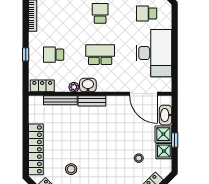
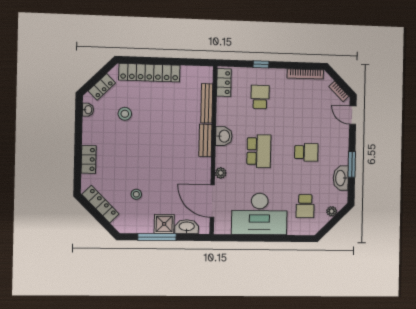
school desk: (147, 13) -> (305, 206), turned 180
plant: (74, 87) -> (221, 173), moved
door: (144, 94) -> (212, 201), hinge flipped
window: (175, 140) -> (157, 237), width x2.17
shower: (164, 151) -> (144, 224), removed

